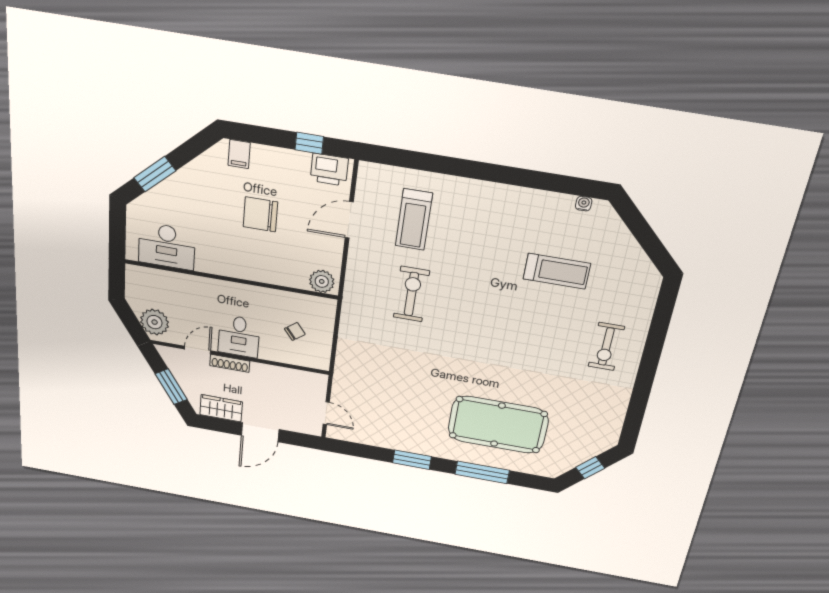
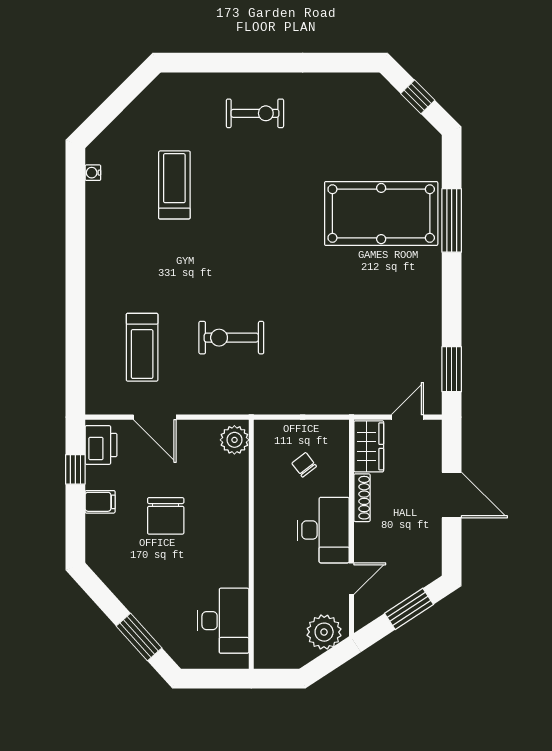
filing cabinet: (239, 154) -> (100, 502), moved
treadmill: (414, 220) -> (142, 347), turned 90
desk: (239, 336) -> (323, 530), width x1.37
door: (198, 350) -> (351, 579), swing flipped
shoe rack: (230, 363) -> (362, 498), moved
wardrobe: (221, 408) -> (369, 446), moved, turned 180
pool table: (498, 425) -> (381, 214), turned 90
window: (412, 460) -> (452, 369), moved

